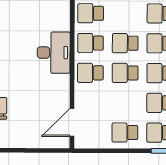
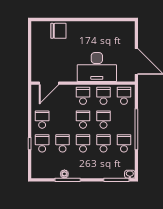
desk: (54, 53) -> (97, 67), width x1.36, depth x1.30
door: (72, 122) -> (49, 83), swing flipped

